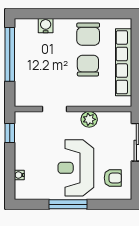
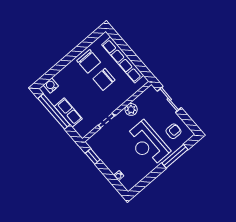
water cooler: (46, 26) -> (51, 86), moved
chair: (88, 66) -> (104, 79), turned -90
row of seats: (23, 68) -> (68, 113), added
window: (68, 204) -> (175, 156), moved

